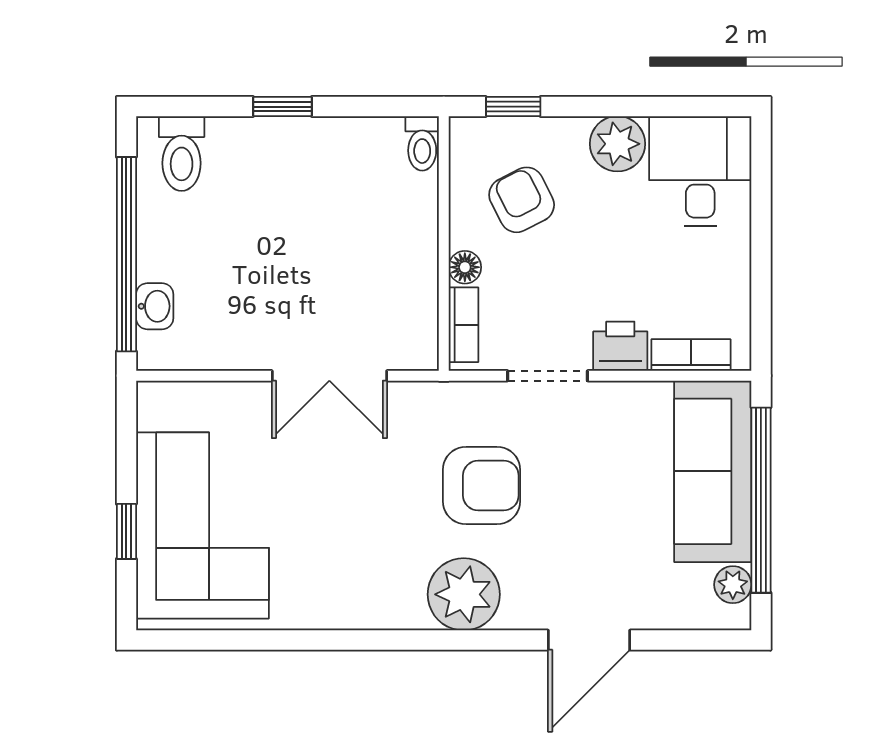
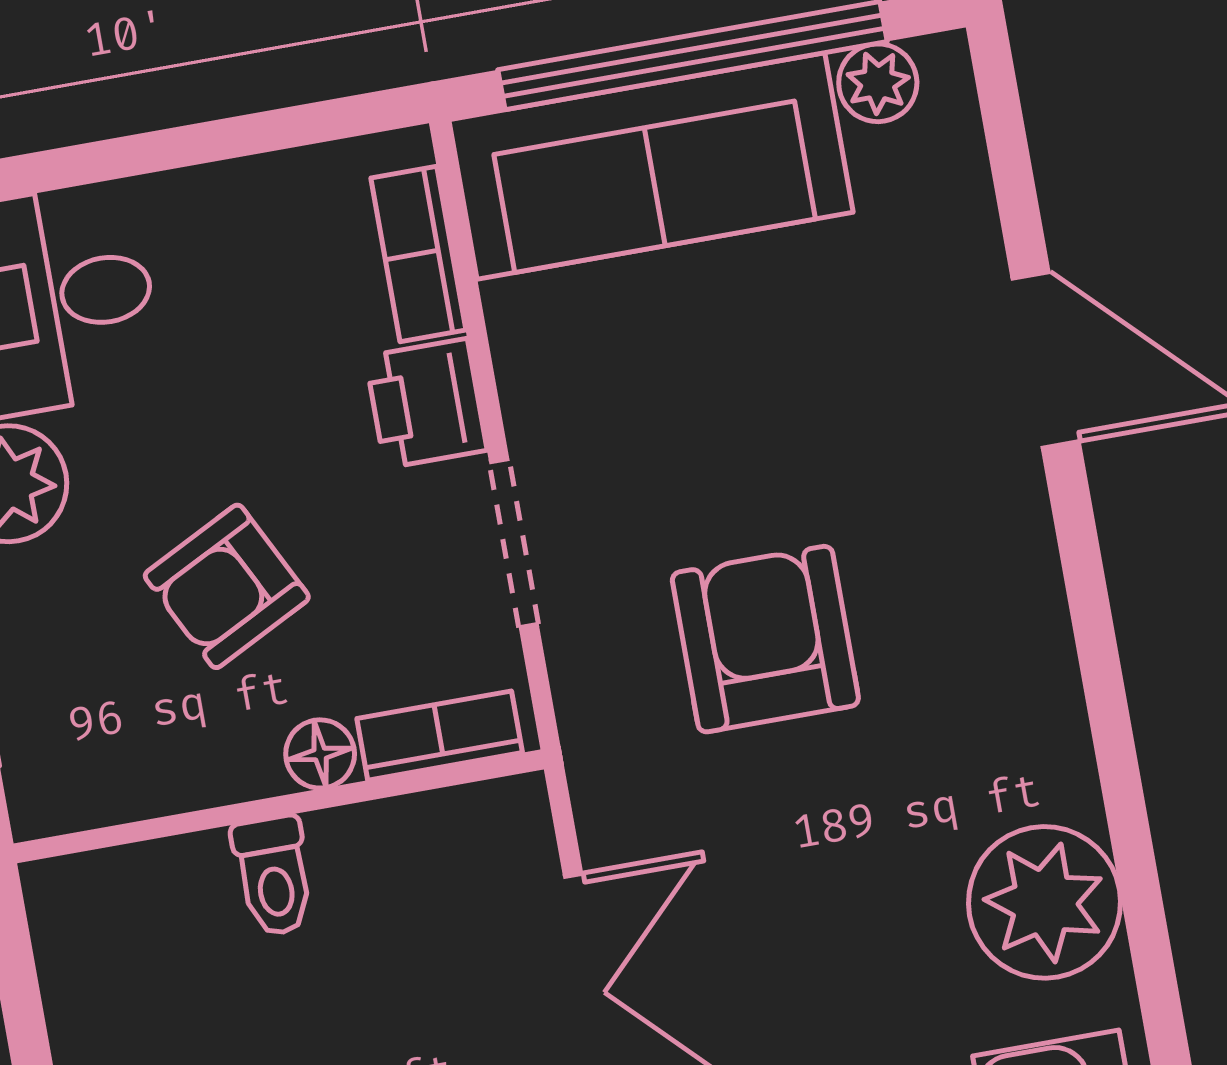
toilet: (422, 143) -> (273, 876), moved, turned 90
armchair: (522, 200) -> (227, 586), moved
plant: (464, 594) -> (1045, 902), moved

